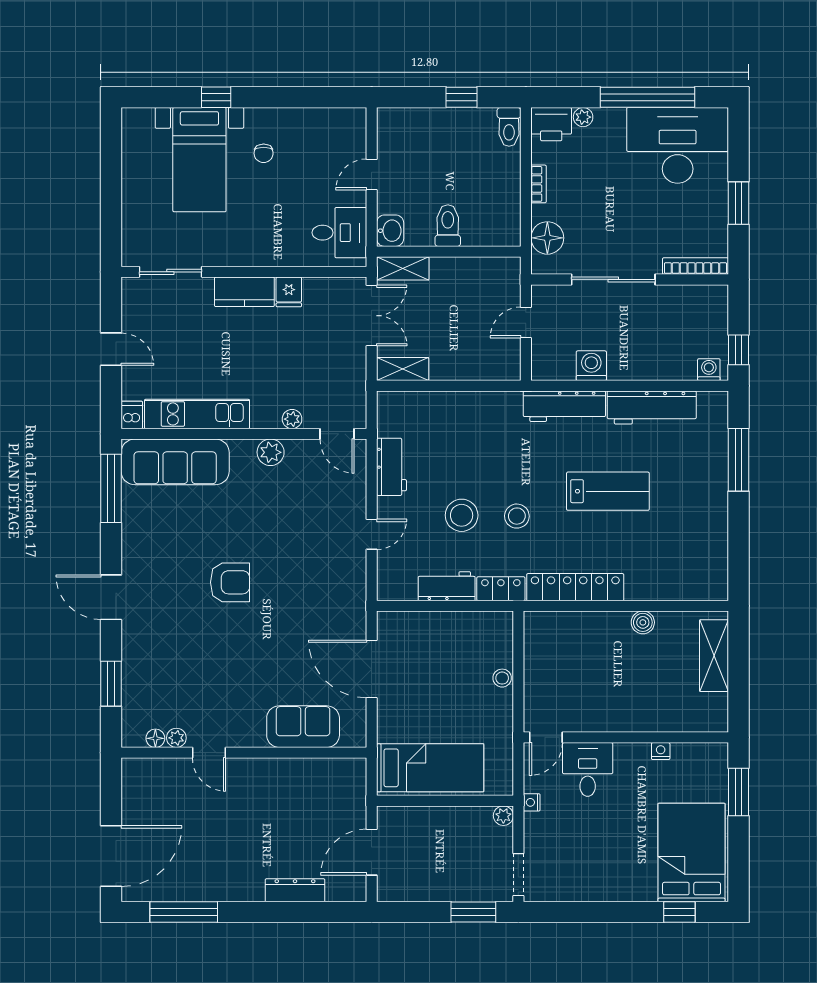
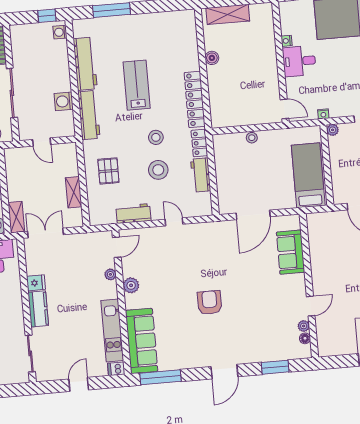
shelving: (403, 369) -> (74, 192), moved
pallet: (467, 431) -> (108, 171), added
desk: (588, 769) -> (299, 61), moved

